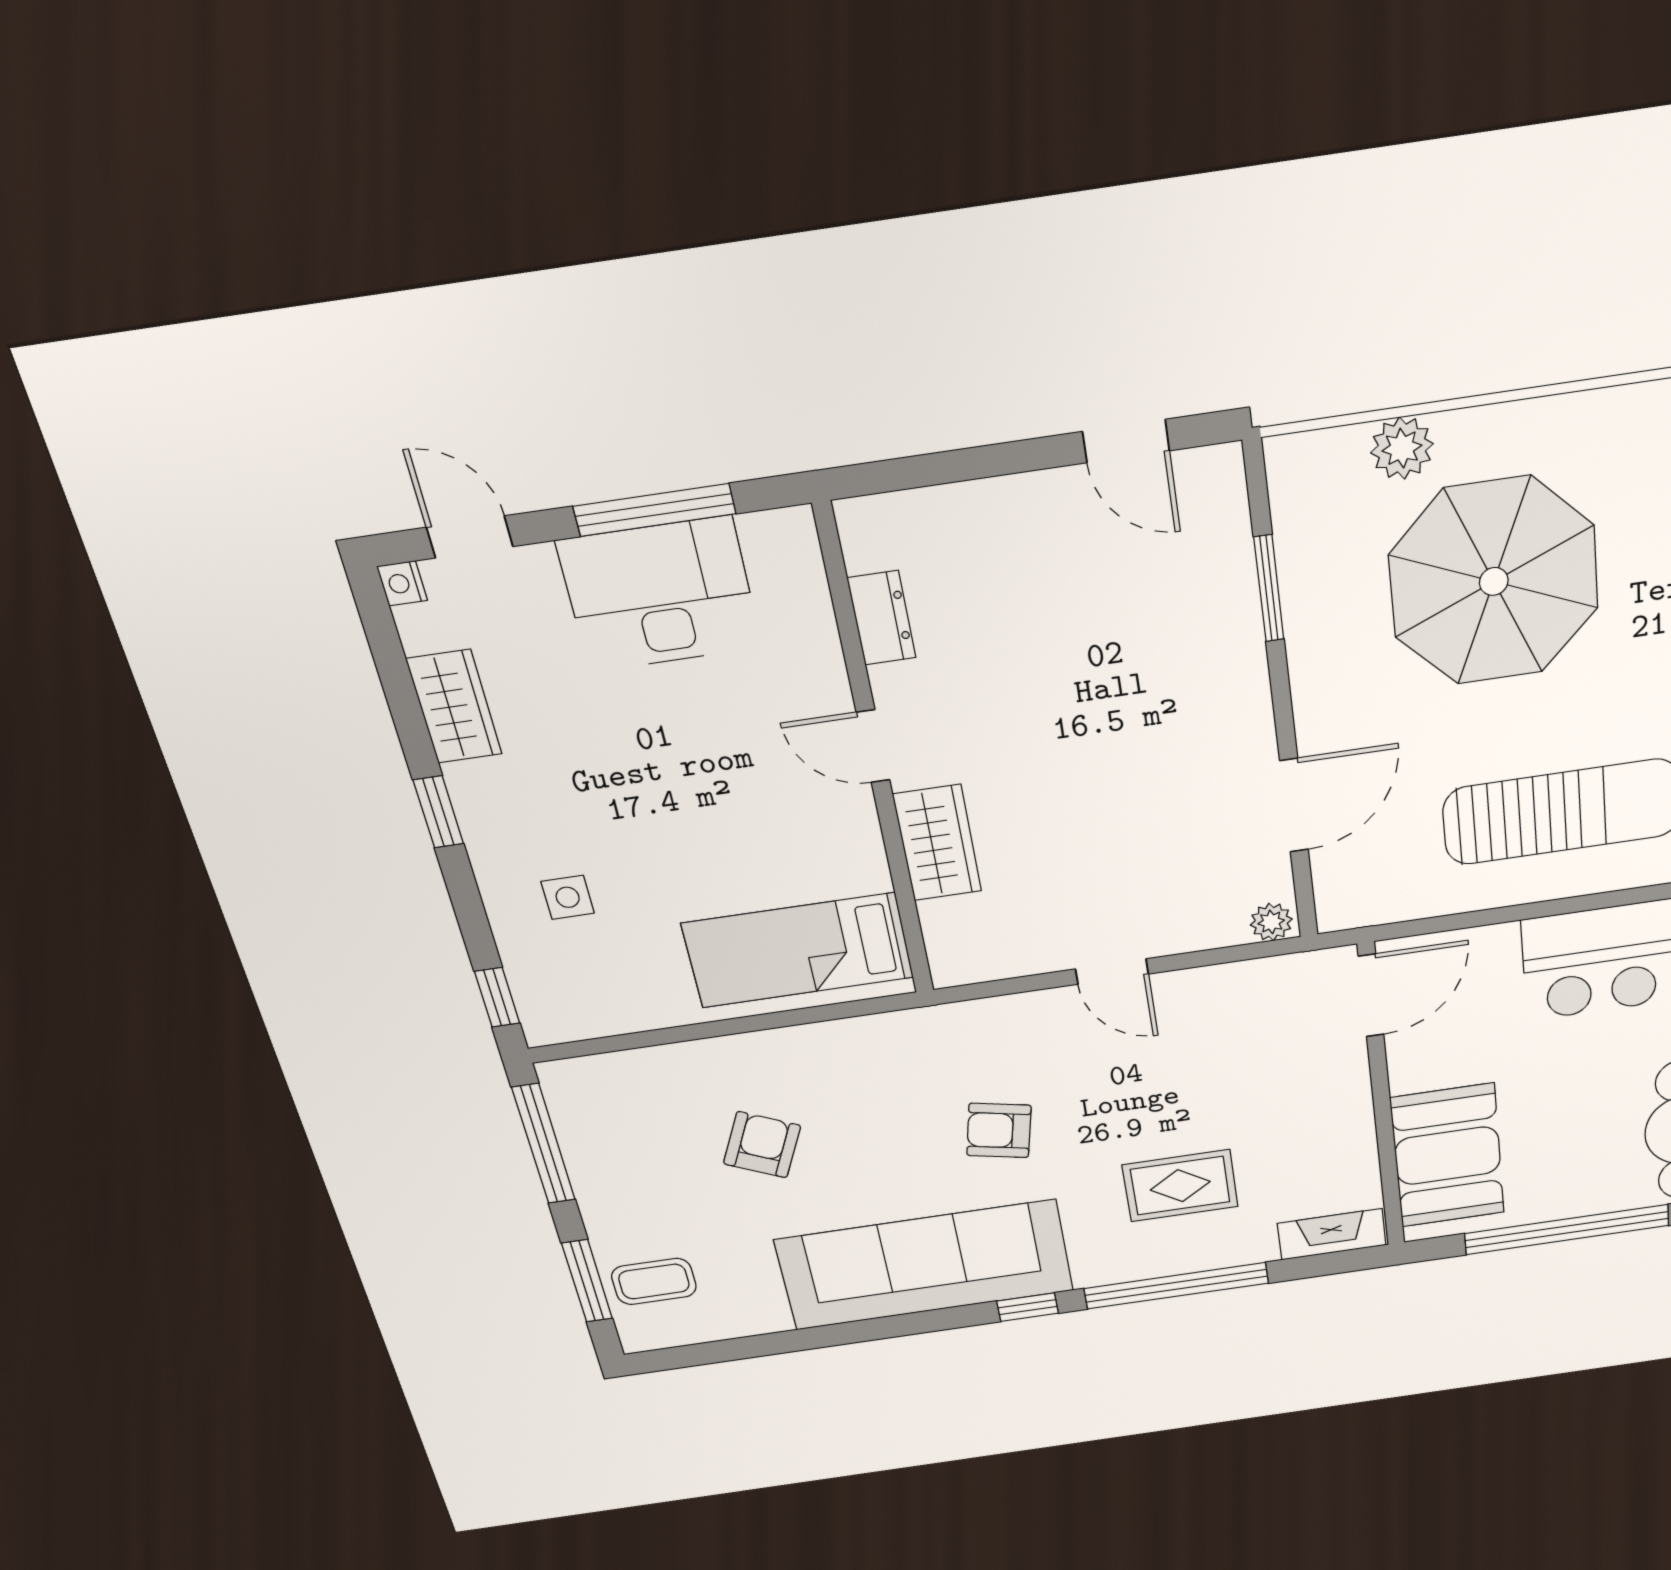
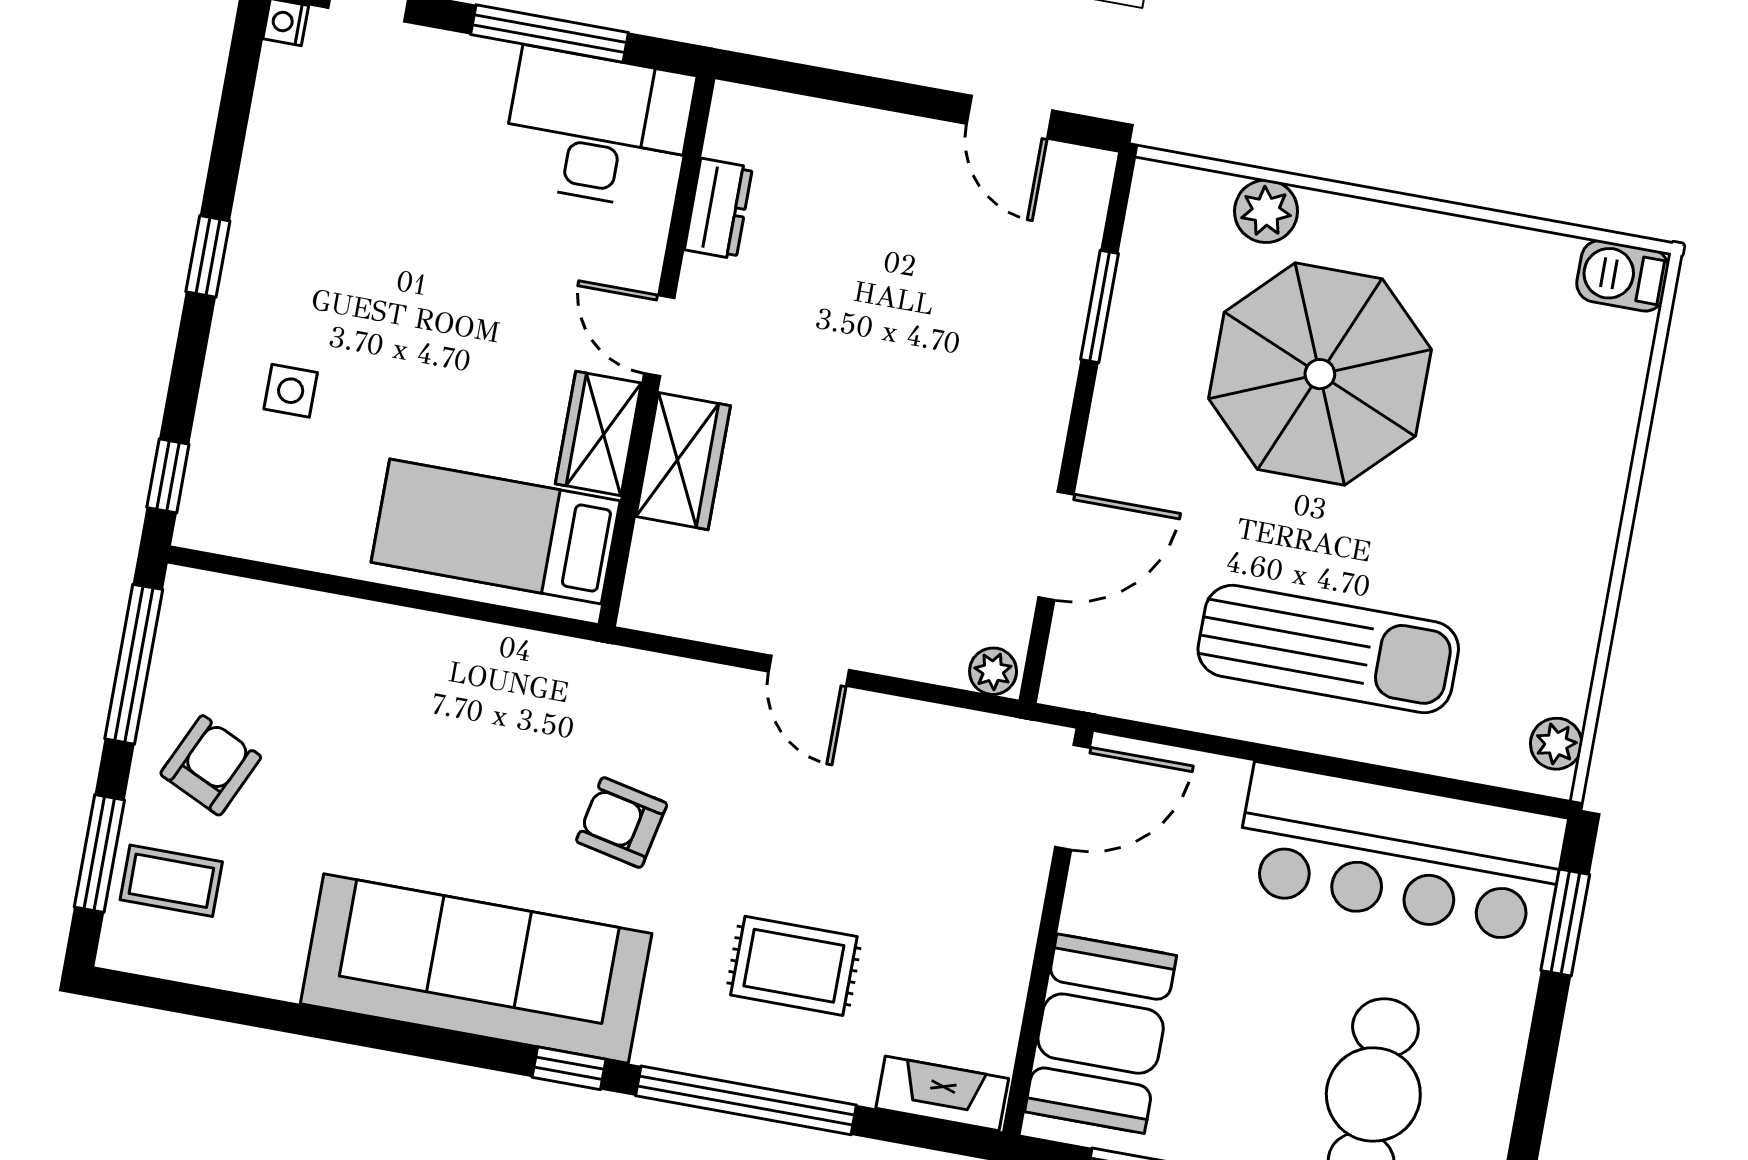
desk: (660, 594) -> (598, 129), moved
wardrobe: (454, 707) -> (598, 433), moved, turned 180
armchair: (762, 1145) -> (211, 765), moved

